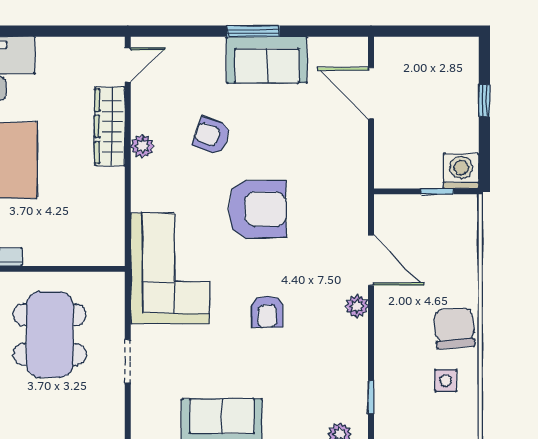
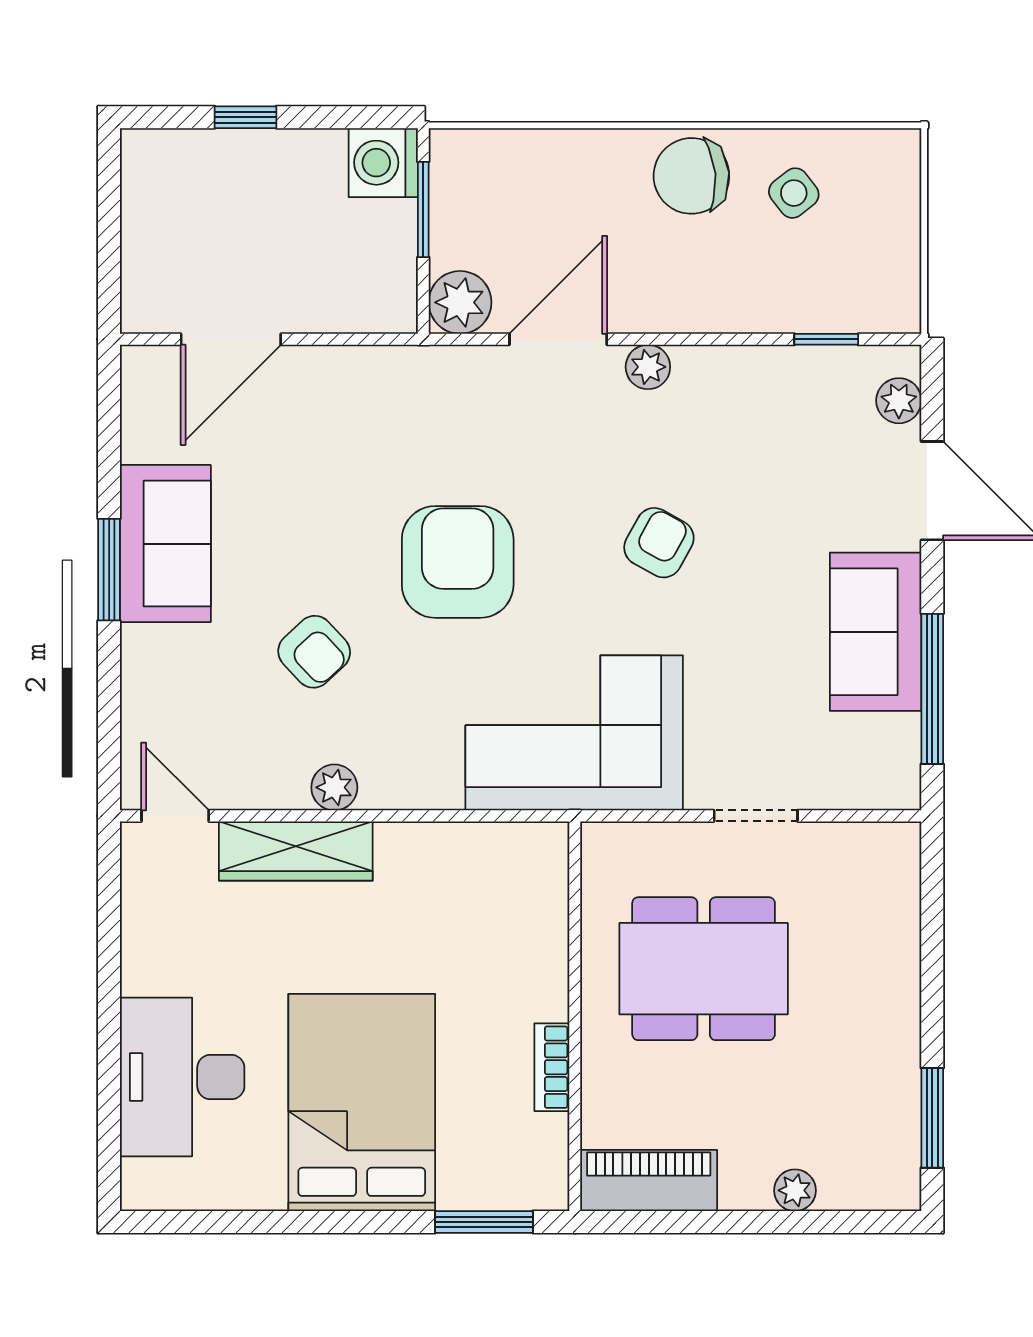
armchair: (212, 136) -> (314, 652), turned -63
window: (437, 191) -> (423, 210), width x1.50
plant: (390, 210) -> (460, 302), added
armchair: (267, 312) -> (659, 543), turned -61
side table: (446, 381) -> (794, 193), turned -38

